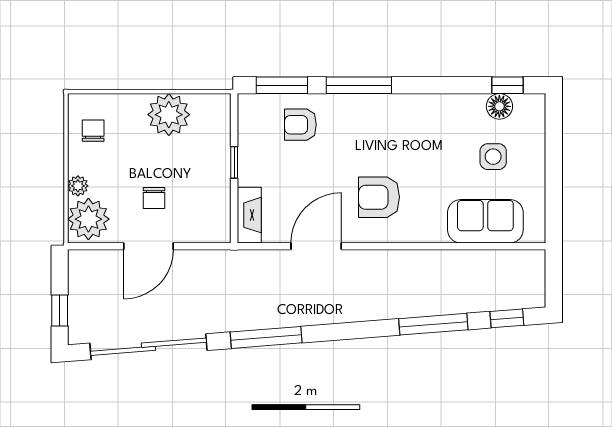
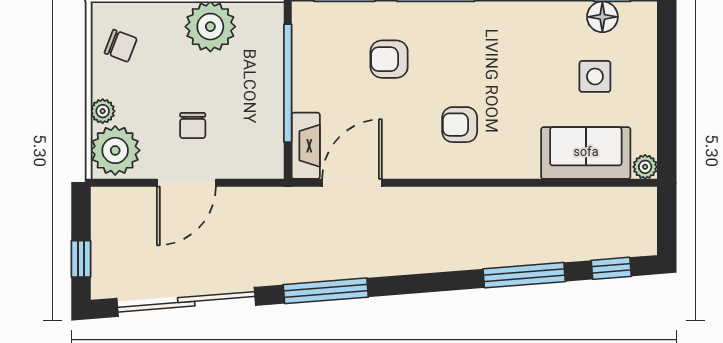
armchair: (300, 125) -> (389, 59), moved
chair: (93, 131) -> (121, 46), turned 111
window: (234, 162) -> (288, 83), width x3.17
armchair: (379, 197) -> (460, 125), width x0.72, depth x0.72
plant: (535, 233) -> (645, 167), added
door: (316, 246) -> (352, 183), moved

